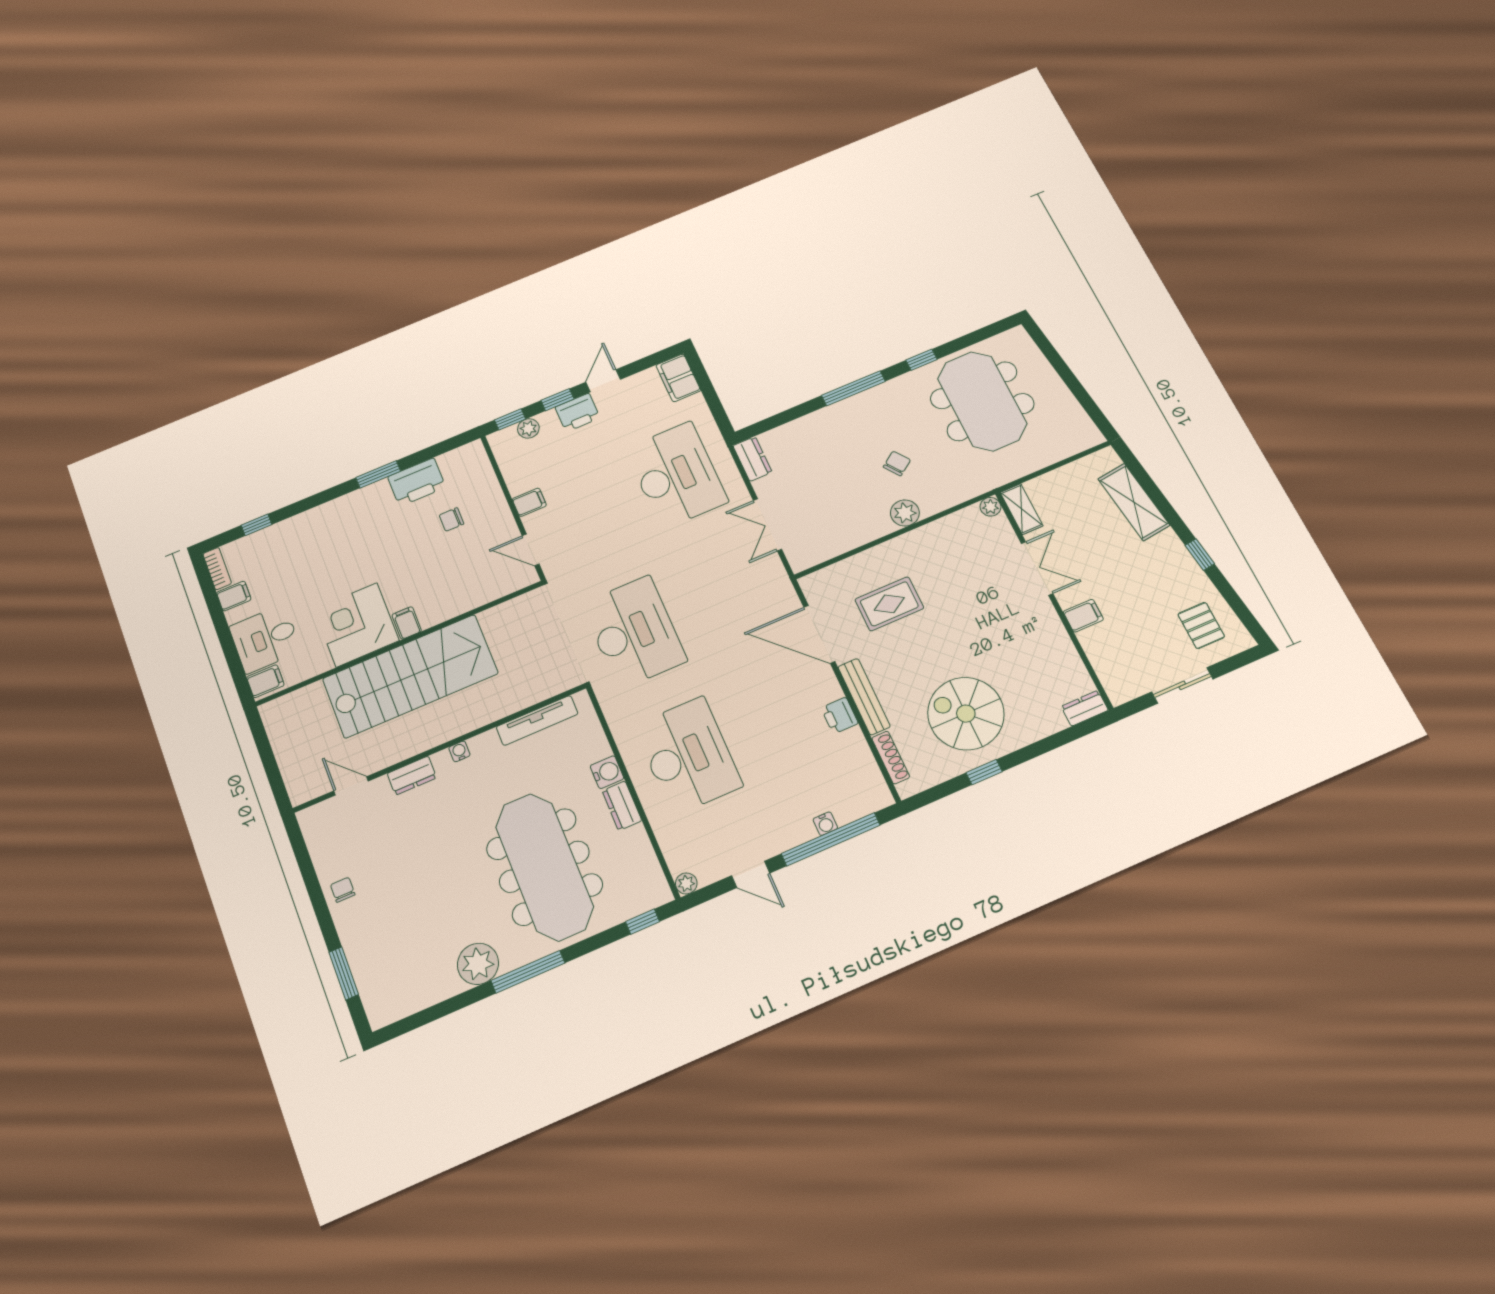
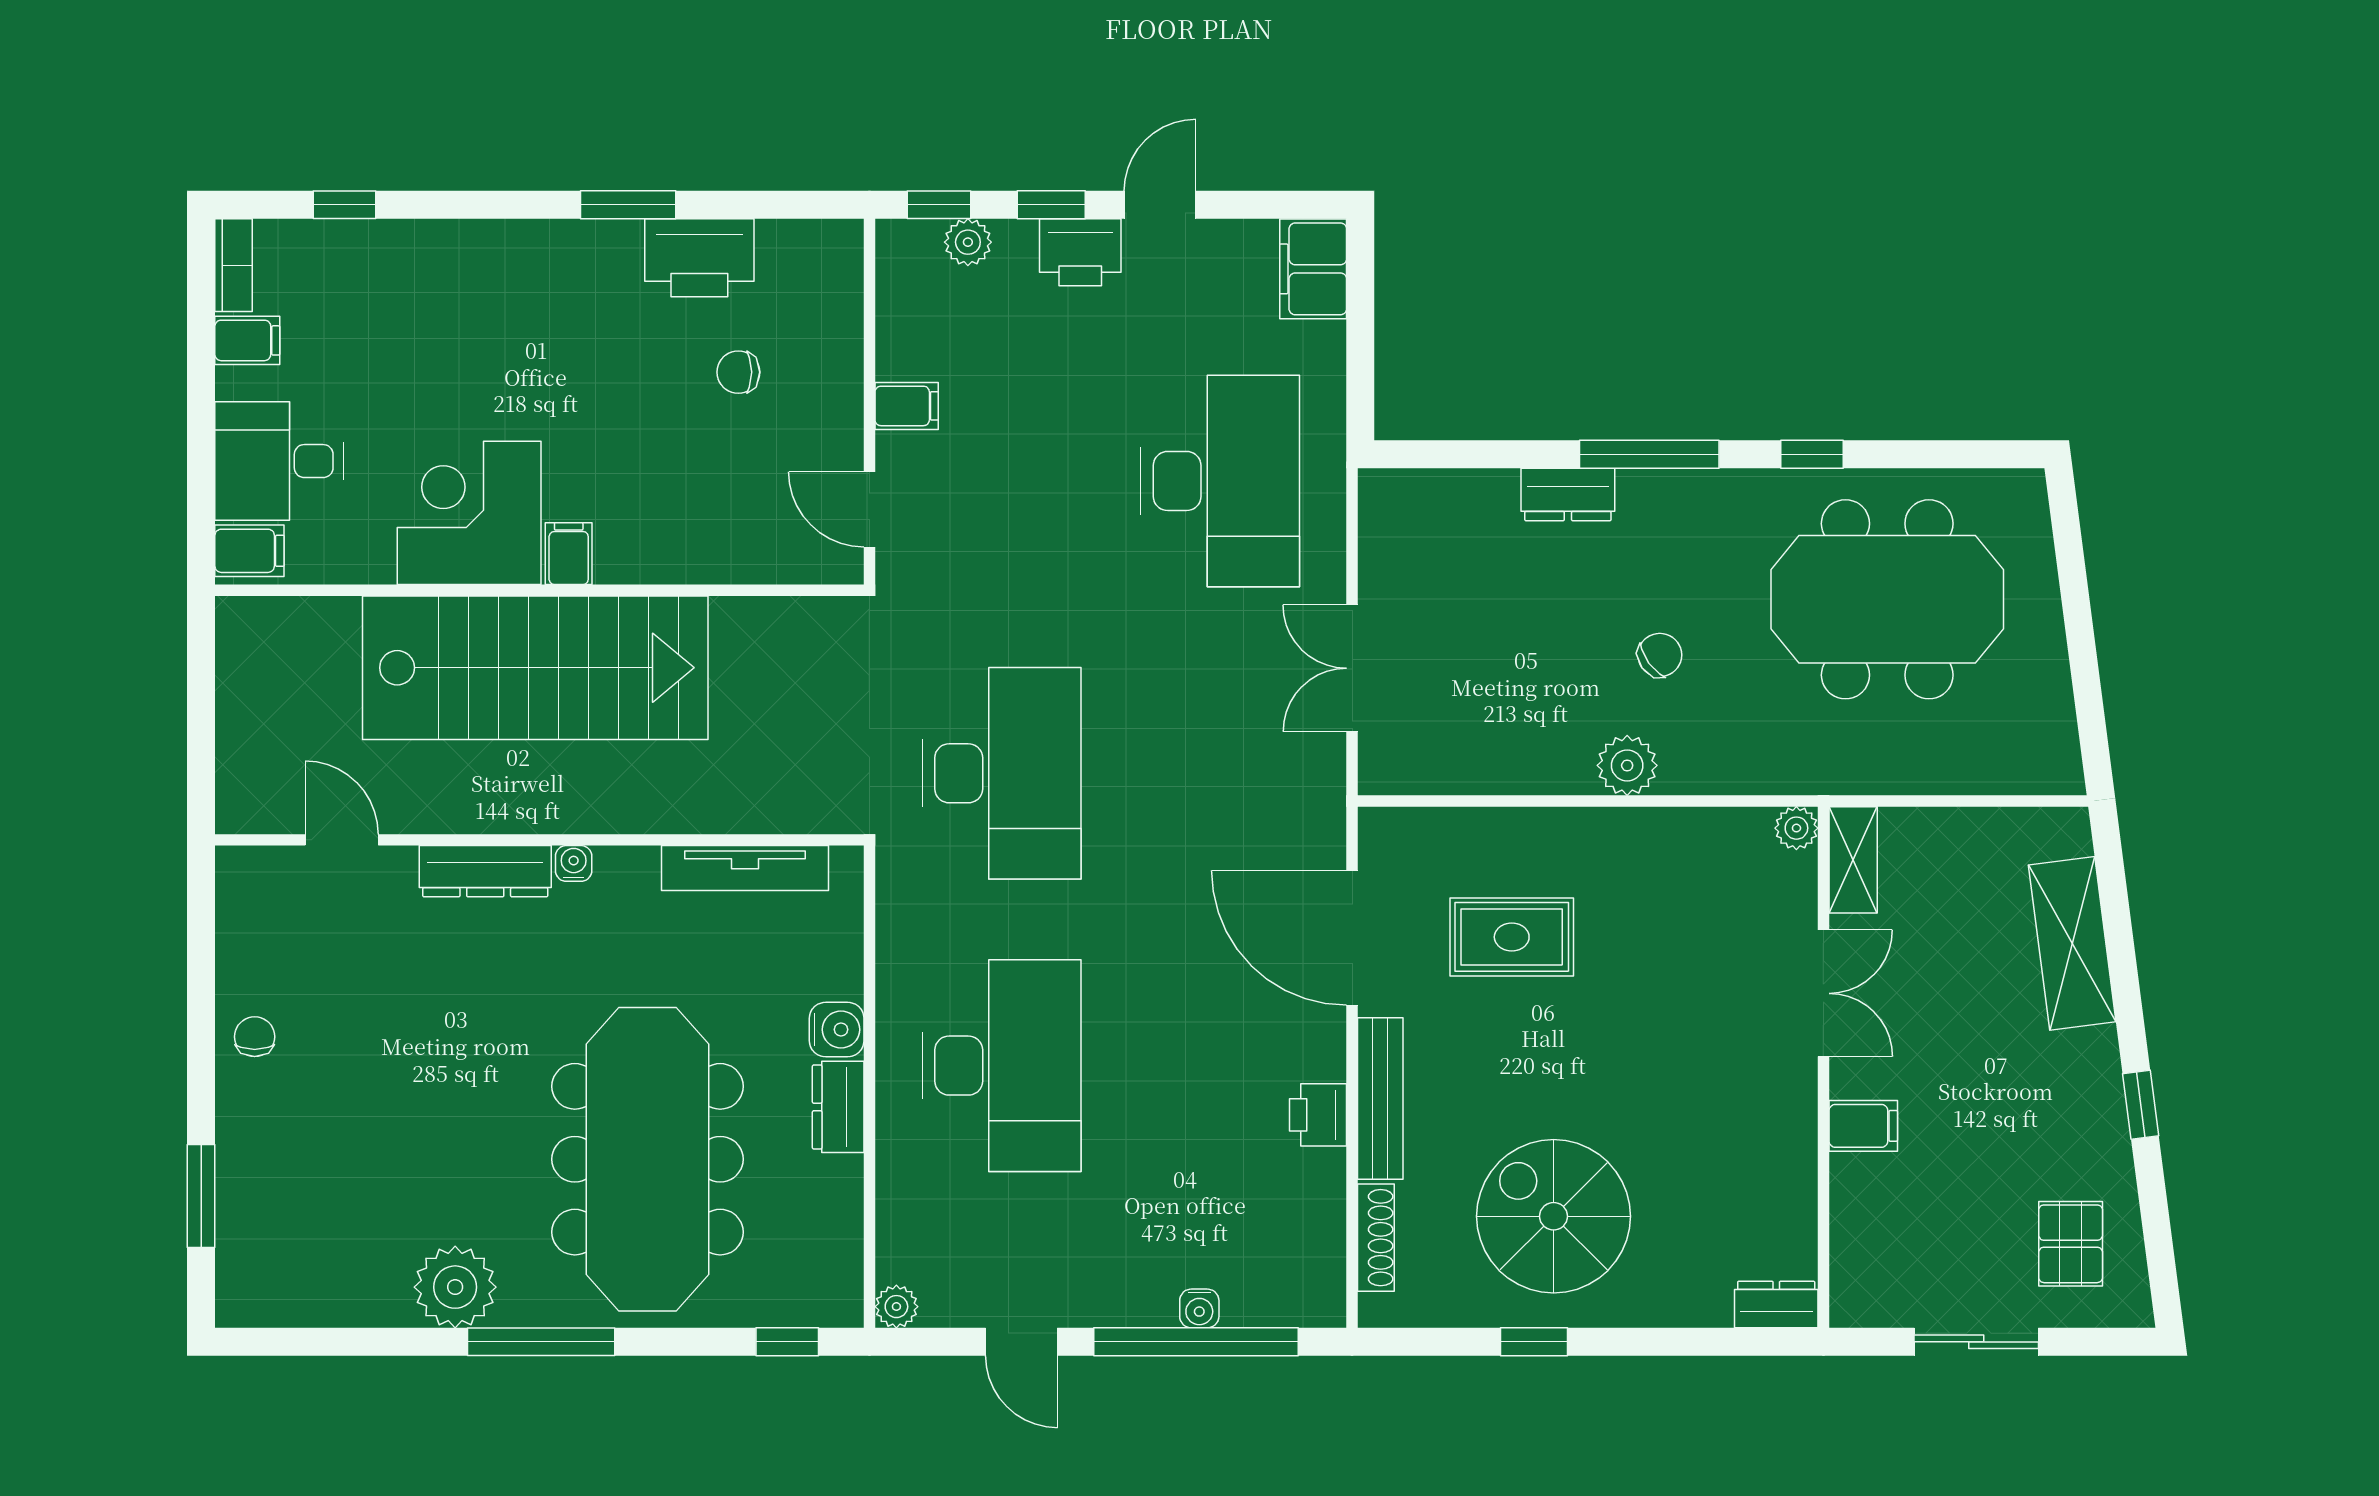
meeting table: (982, 401) -> (1887, 599), turned 90
dresser: (752, 459) -> (1568, 495), moved, turned 90
dresser: (412, 776) -> (485, 871), width x1.44

